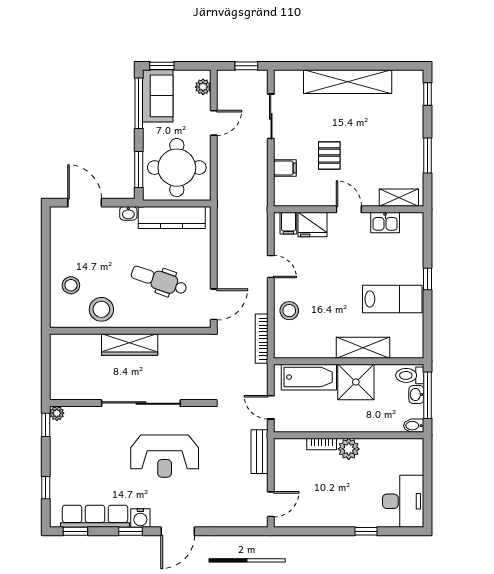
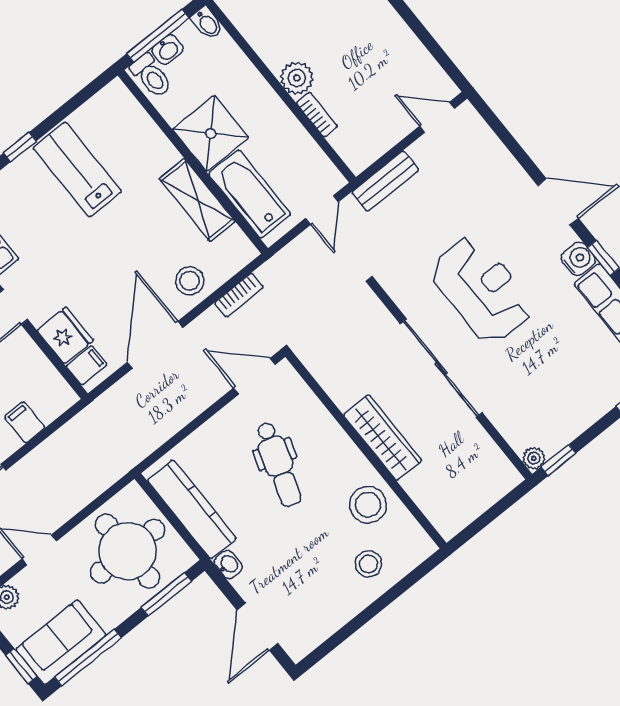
door: (271, 267) -> (155, 345), width x1.88
bookcase: (262, 339) -> (239, 295), width x0.64
shelving: (363, 348) -> (197, 200), moved

